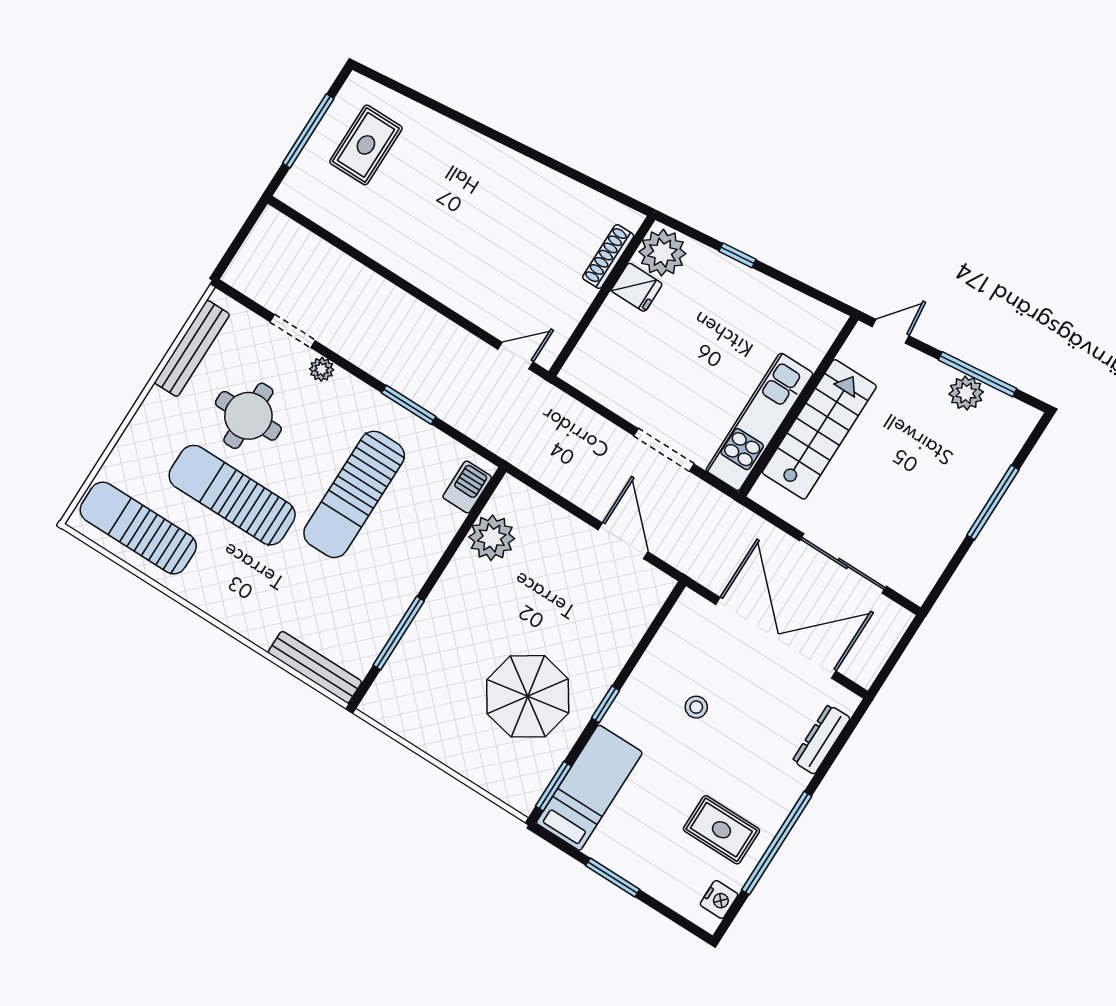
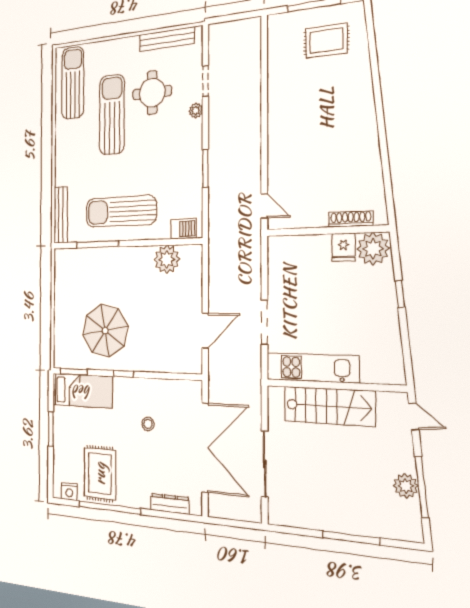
sun lounger: (354, 494) -> (121, 211), moved
rug: (721, 830) -> (100, 474), width x1.36, depth x1.43

